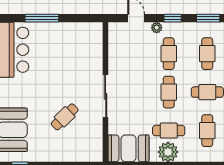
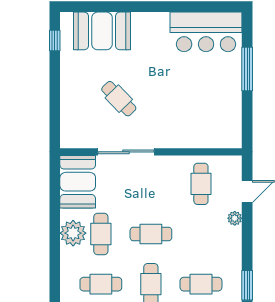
window: (173, 18) -> (247, 239), removed
cafe table: (169, 54) -> (201, 184), moved, turned 90
sliding door: (106, 96) -> (126, 152), moved

